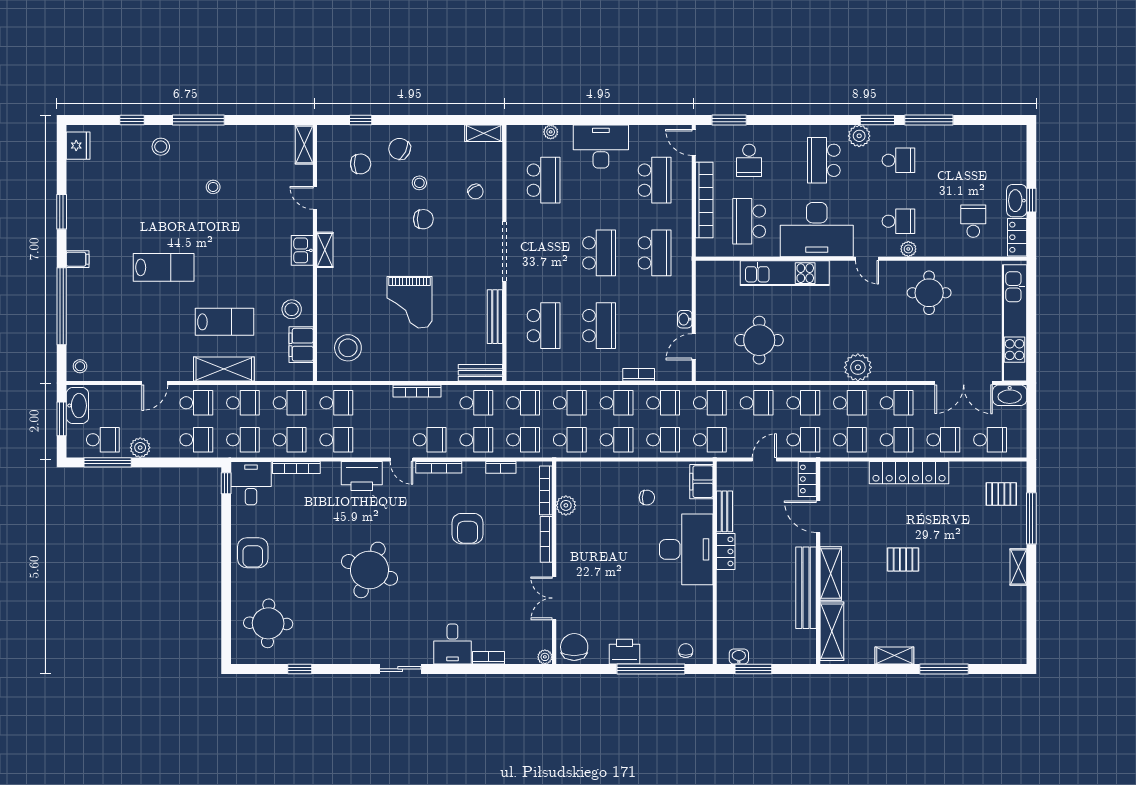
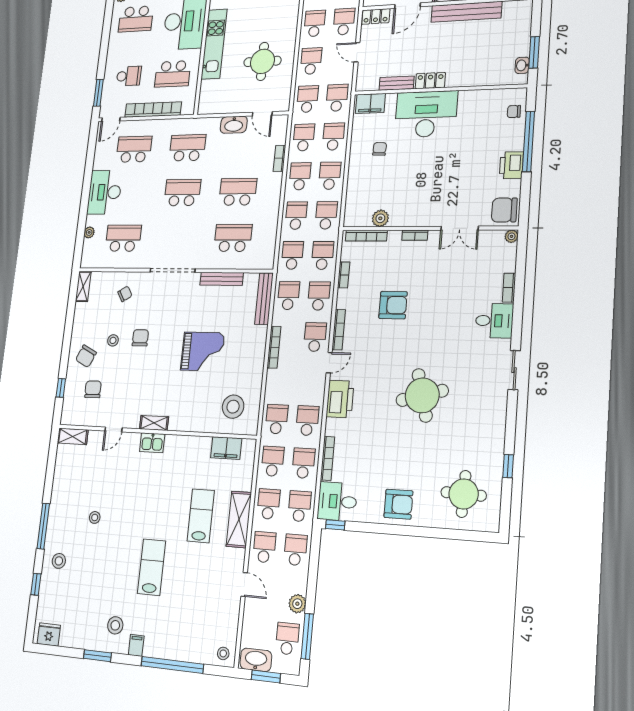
stool: (292, 309) -> (115, 625), moved
washbasin: (685, 319) -> (234, 125), width x1.91, depth x1.45
bench: (480, 373) -> (264, 299), width x1.36
bookcase: (546, 539) -> (415, 235), width x0.64
round table: (370, 570) -> (422, 395), turned -37

